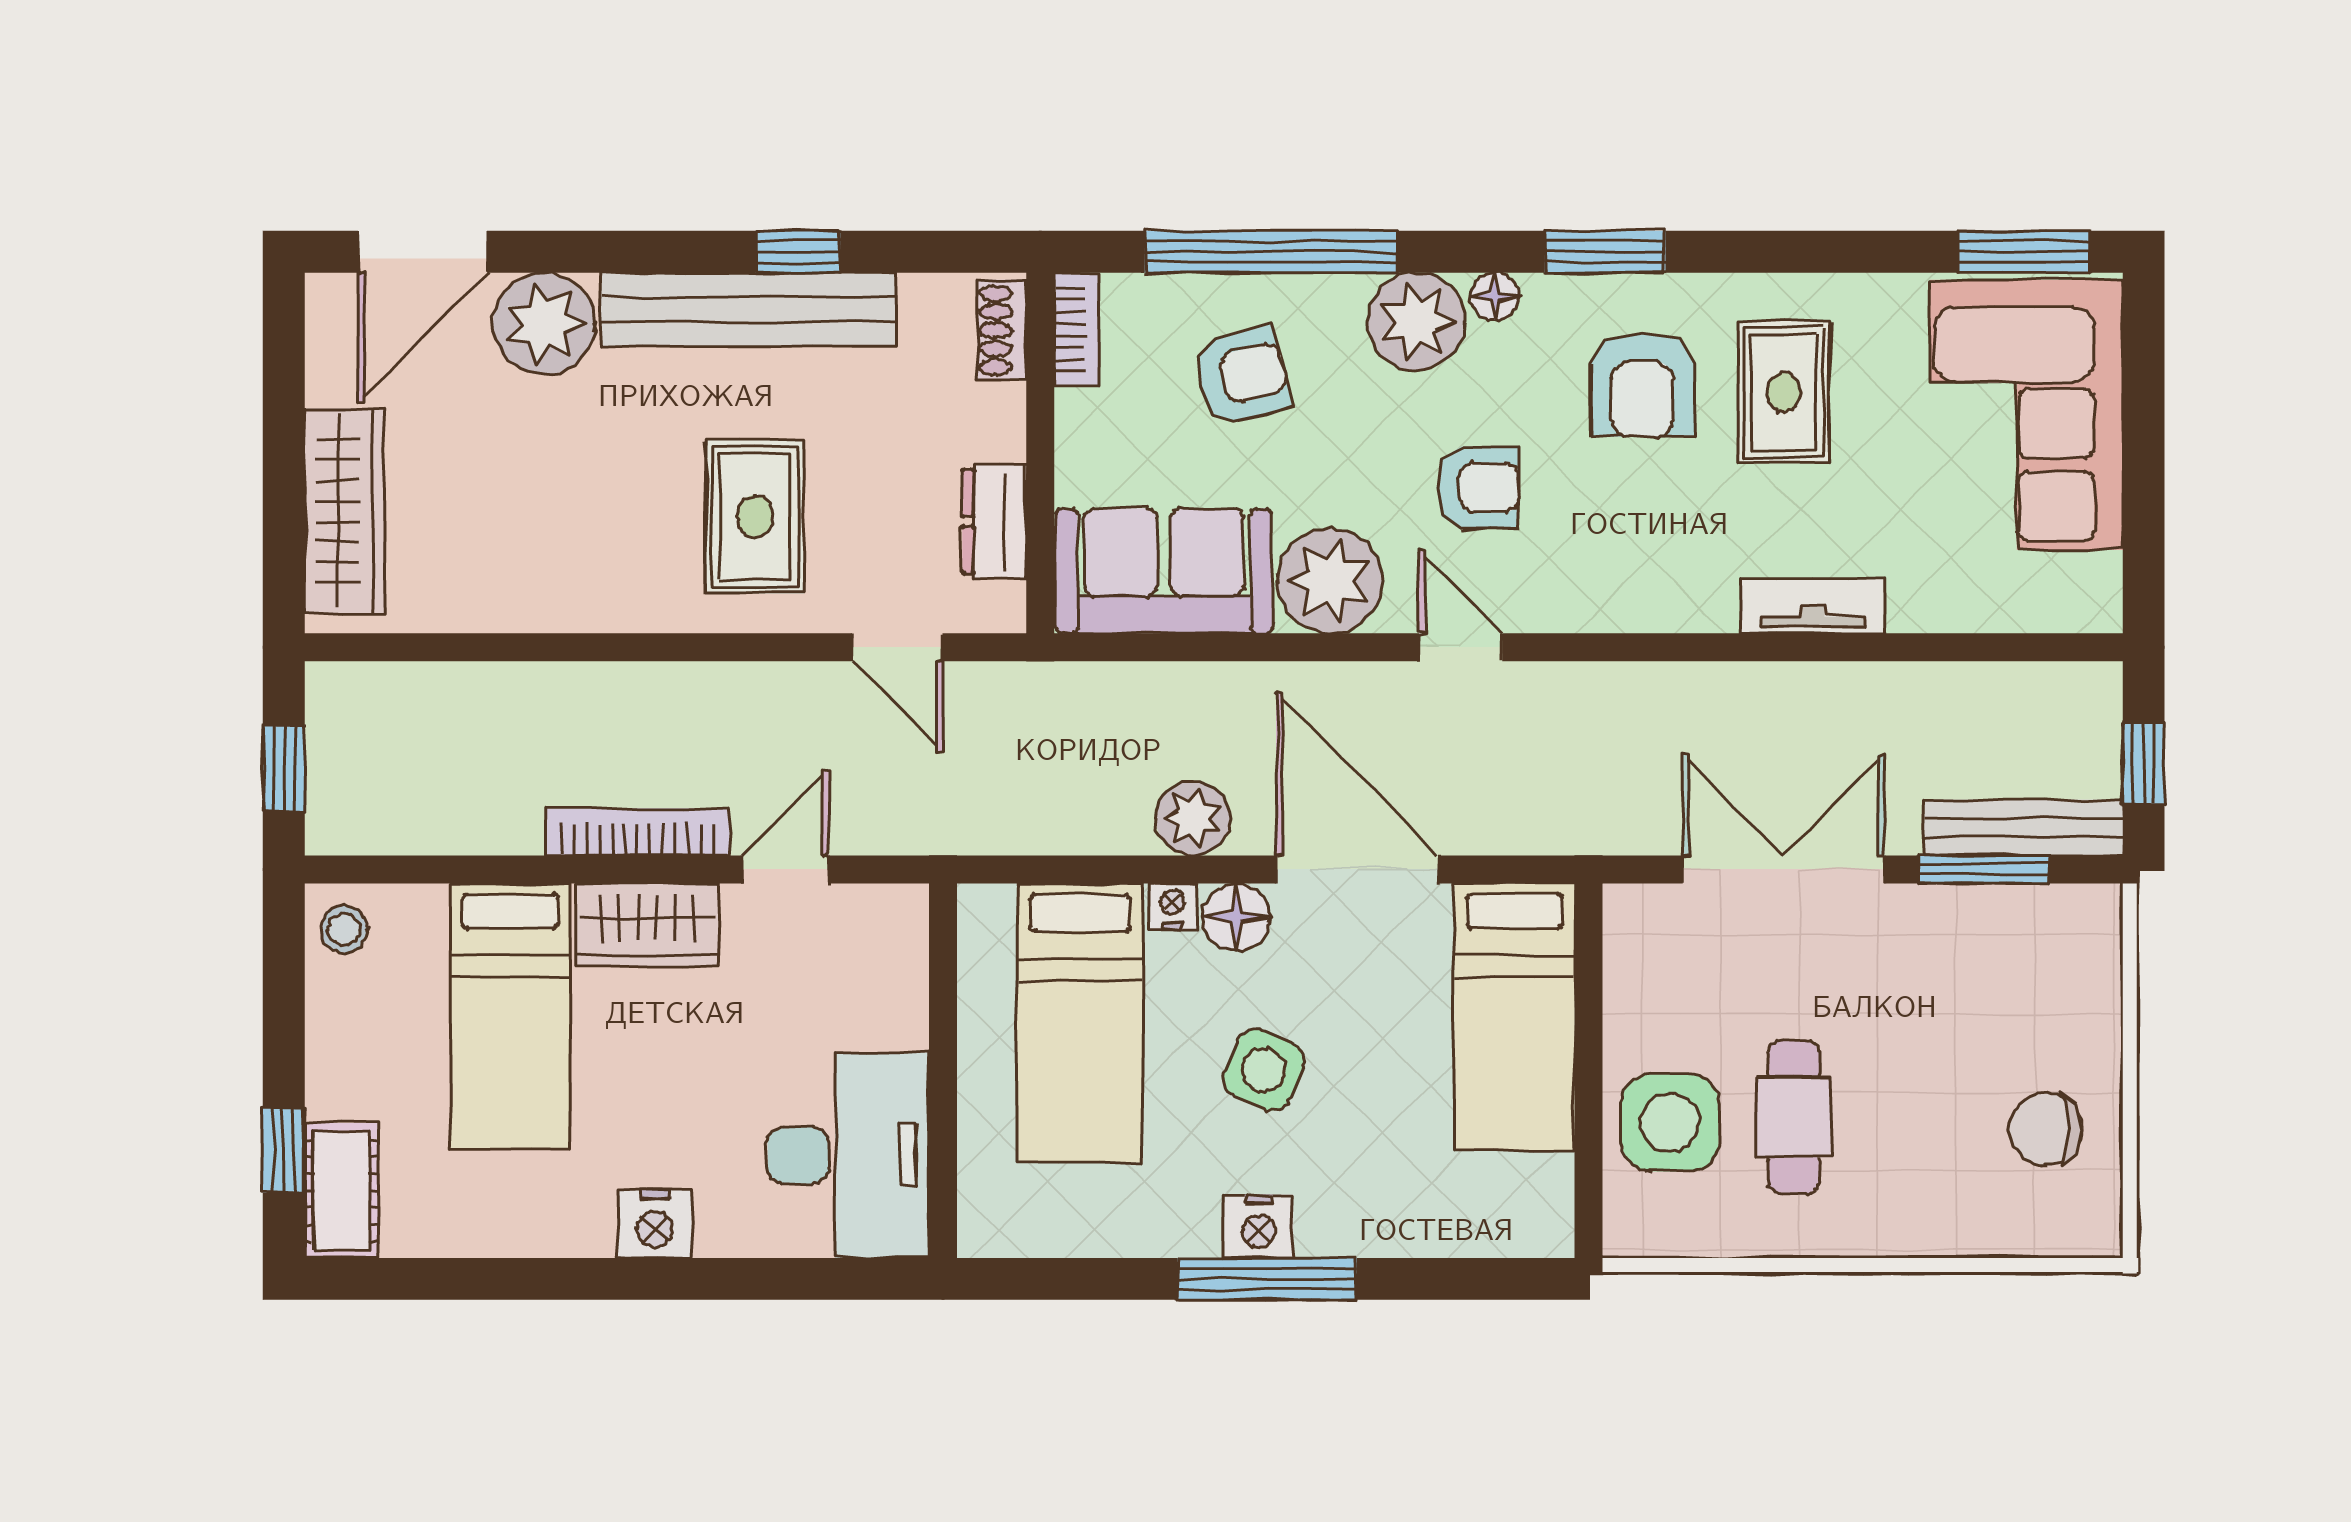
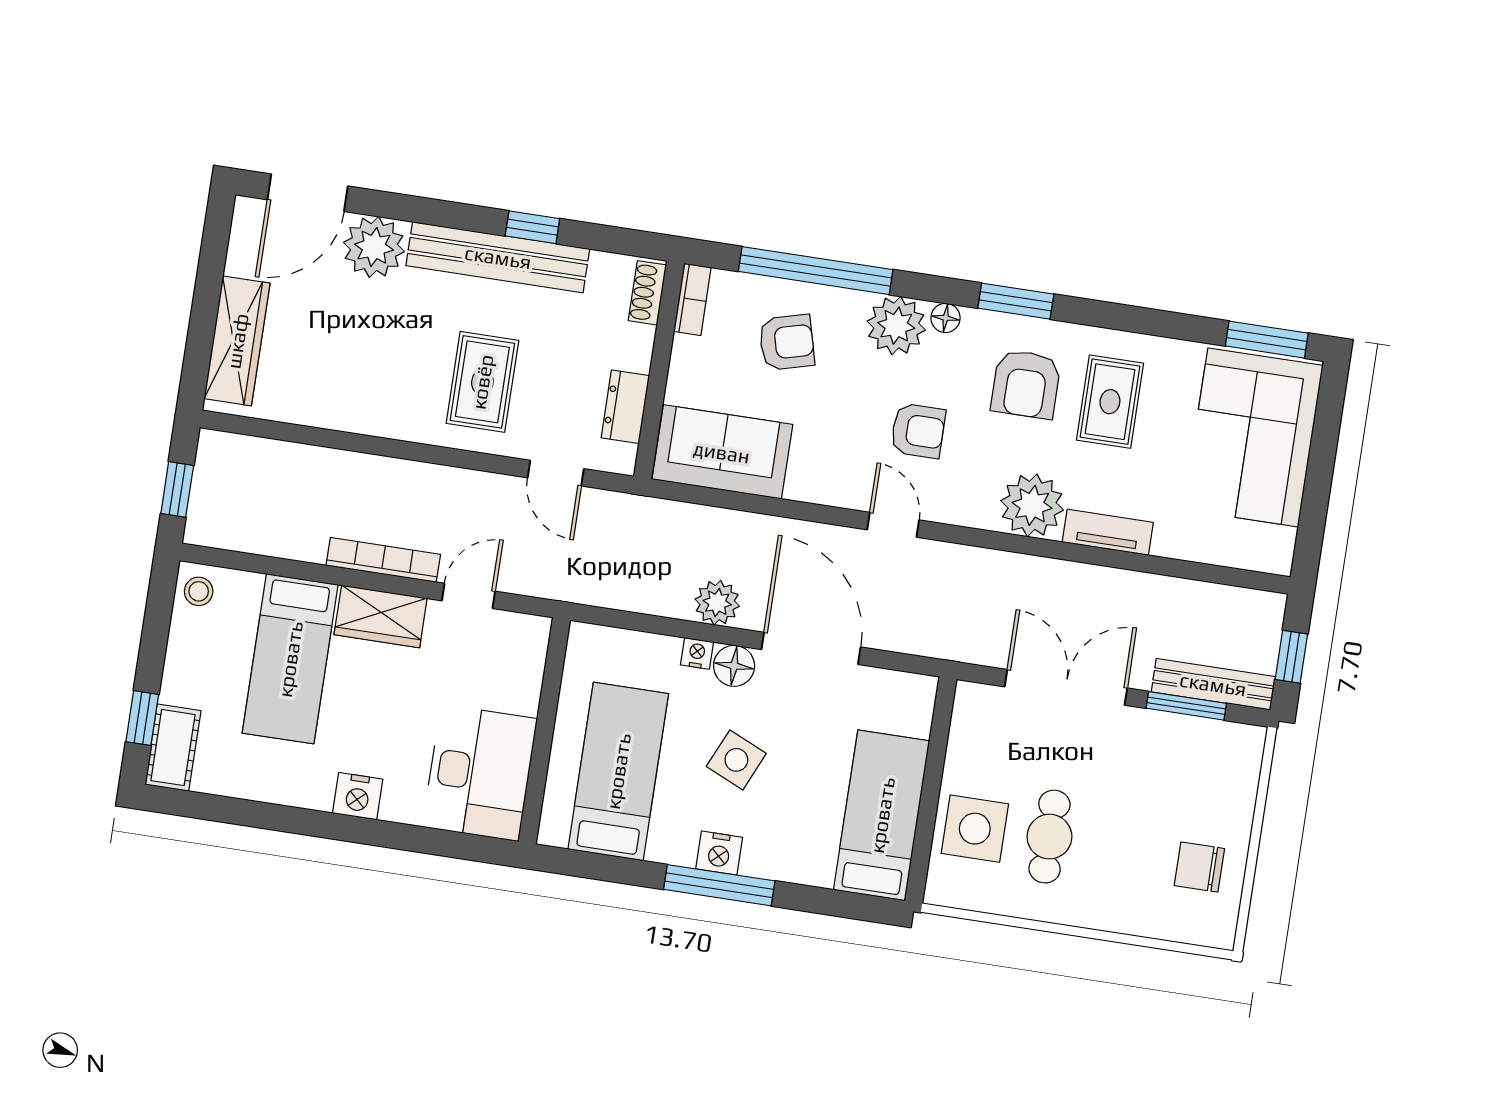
plant: (1330, 581) -> (1032, 505), moved
bed: (1514, 1017) -> (882, 815), moved, turned 180
bed: (1080, 1023) -> (618, 771), moved, turned 180

